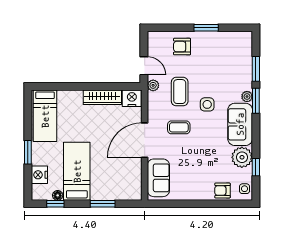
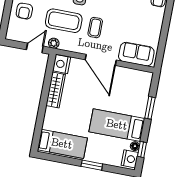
coffee table: (180, 92) -> (64, 21), width x1.36, depth x1.32
nightstand: (39, 175) -> (130, 159), moved, turned -90

